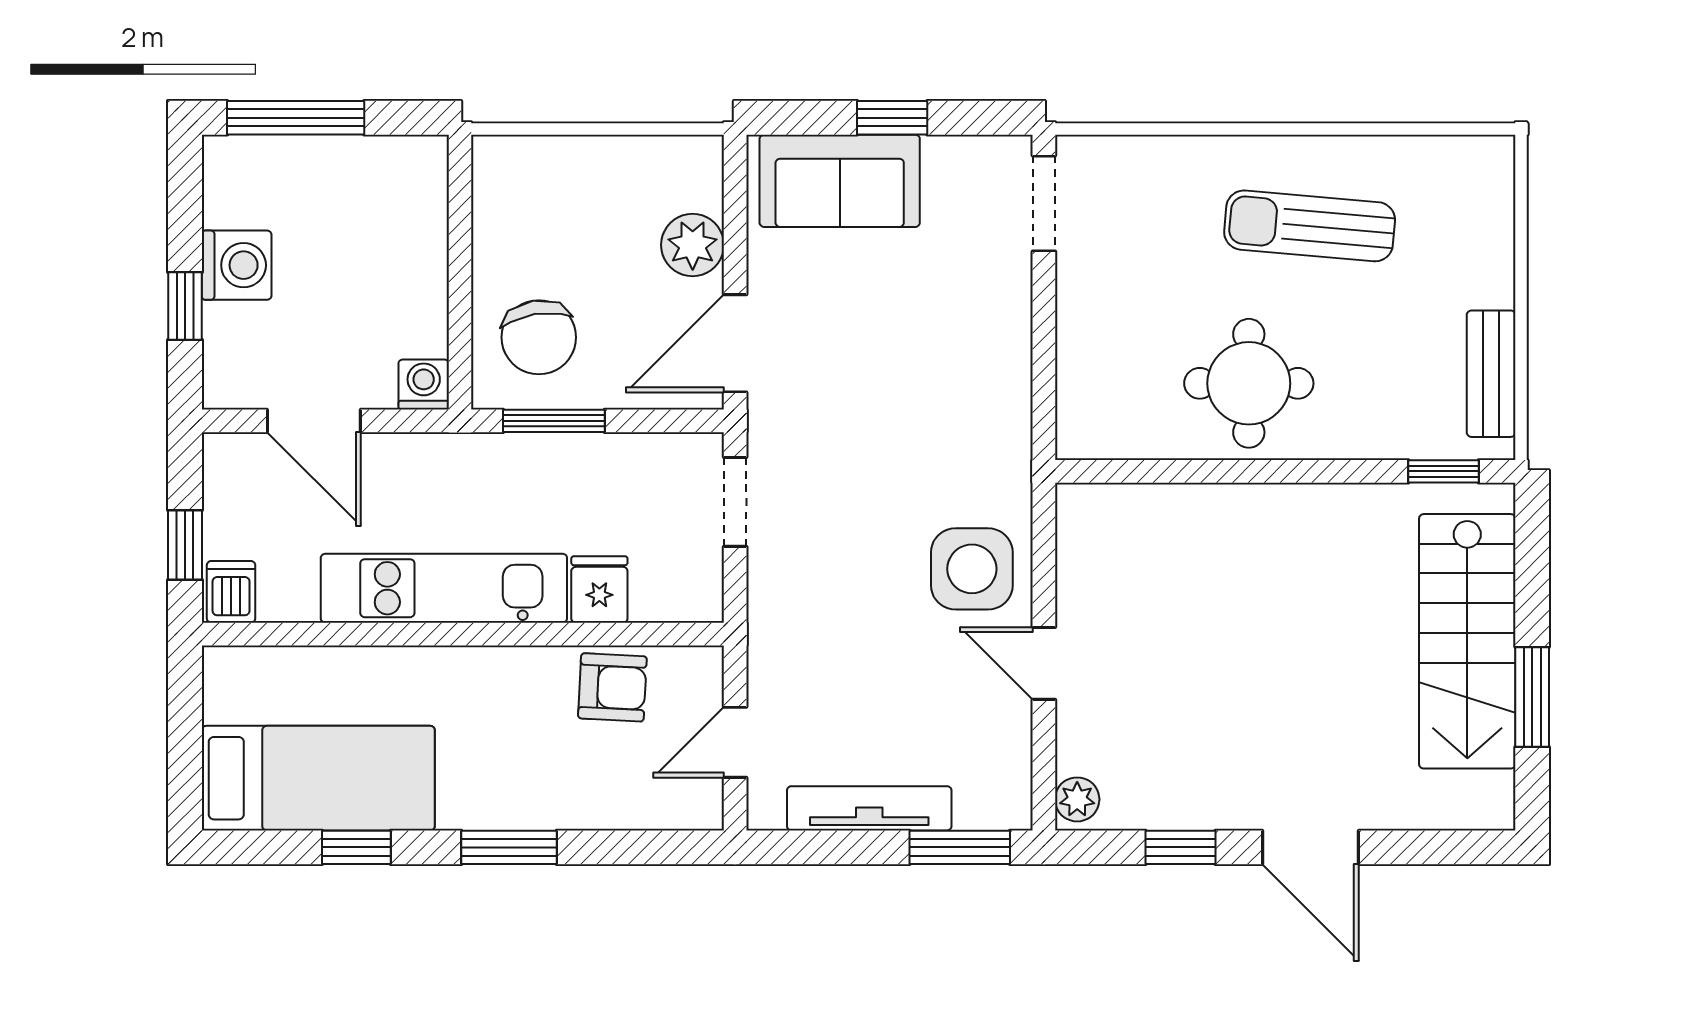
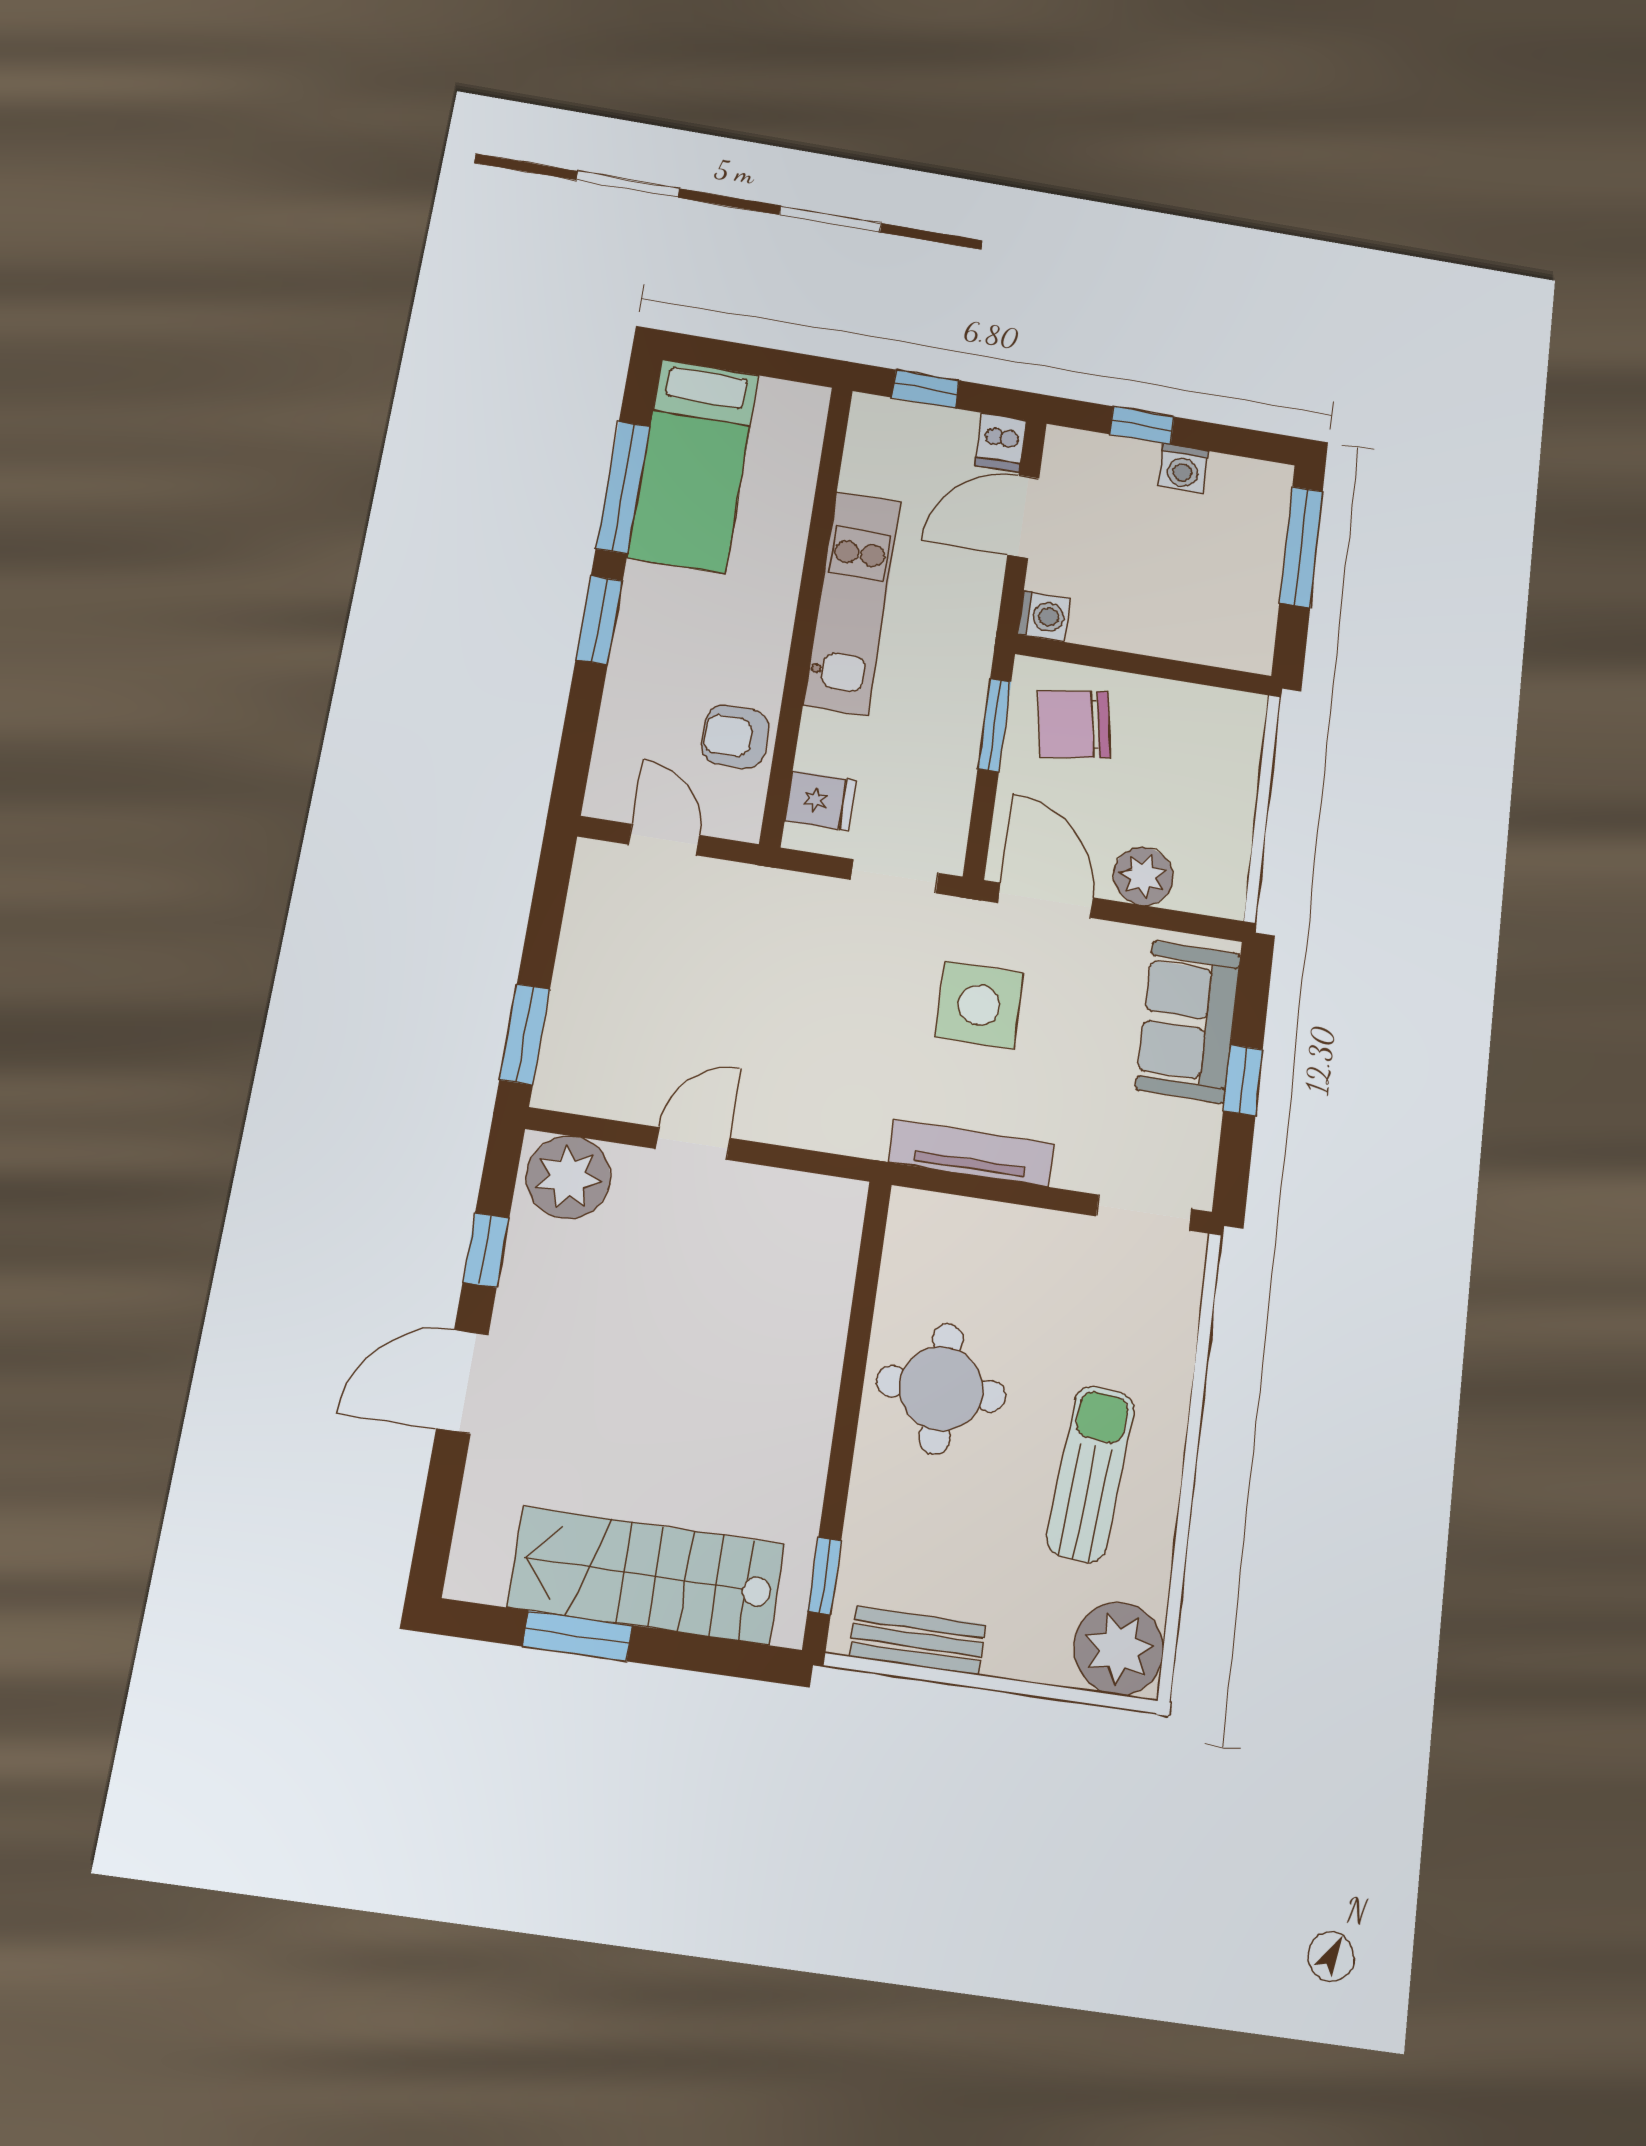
plant: (1472, 178) -> (1119, 1649), added
washing machine: (237, 265) -> (1183, 468), width x0.73, depth x0.73
side table: (972, 569) -> (979, 1005), moved
fridge: (599, 589) -> (820, 801), moved
dishwasher: (231, 592) -> (1001, 443), moved, turned 90
armchair: (612, 687) -> (735, 737), turned 87
plant: (1077, 799) -> (568, 1177), width x1.88, depth x1.88
tv unit: (869, 808) -> (971, 1153), moved, turned -90
window: (356, 847) -> (623, 487), width x2.17

